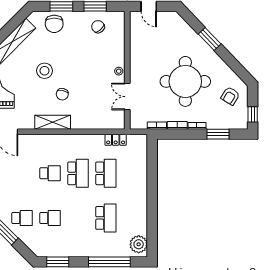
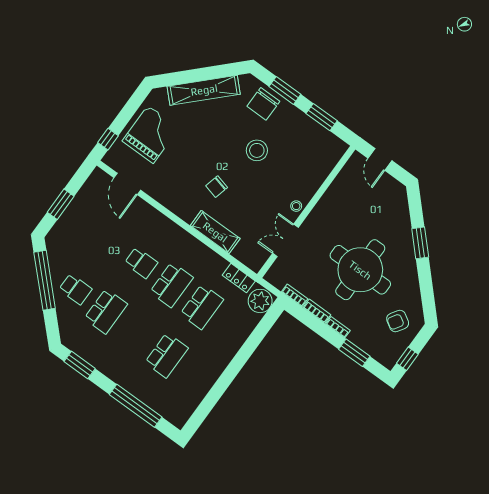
chair: (98, 27) -> (309, 141), removed
stool: (45, 71) -> (257, 150), moved
shelving: (53, 122) -> (215, 232), moved
school desk: (50, 218) -> (106, 311), width x1.85
plant: (139, 244) -> (260, 301), moved

